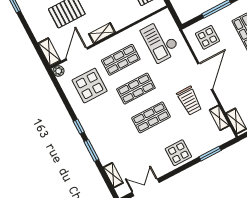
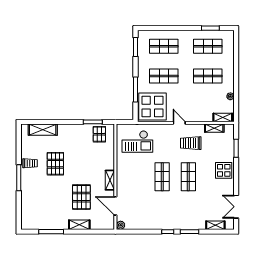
display table: (207, 37) -> (152, 107), width x1.86, depth x1.86
shelving: (49, 52) -> (79, 225), moved
shop shelf: (121, 60) -> (136, 177), removed
door: (205, 76) -> (179, 123), width x0.53
display table: (90, 86) -> (143, 209), removed
trolley: (189, 101) -> (191, 143), turned 180

